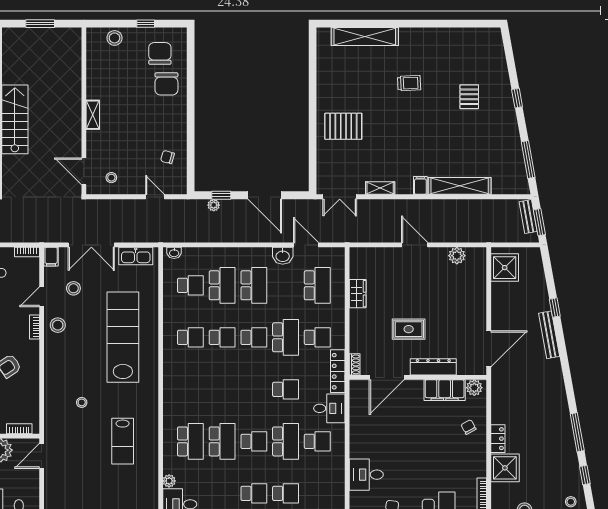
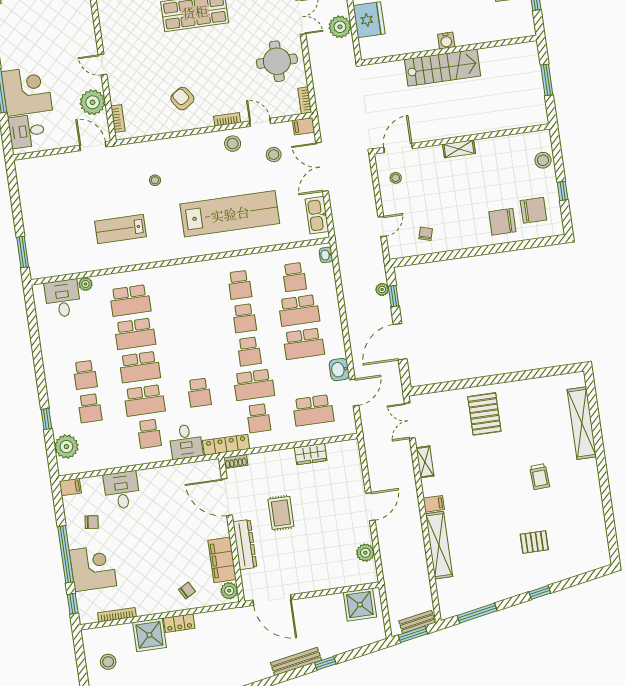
school desk: (254, 441) -> (140, 367), width x1.85

